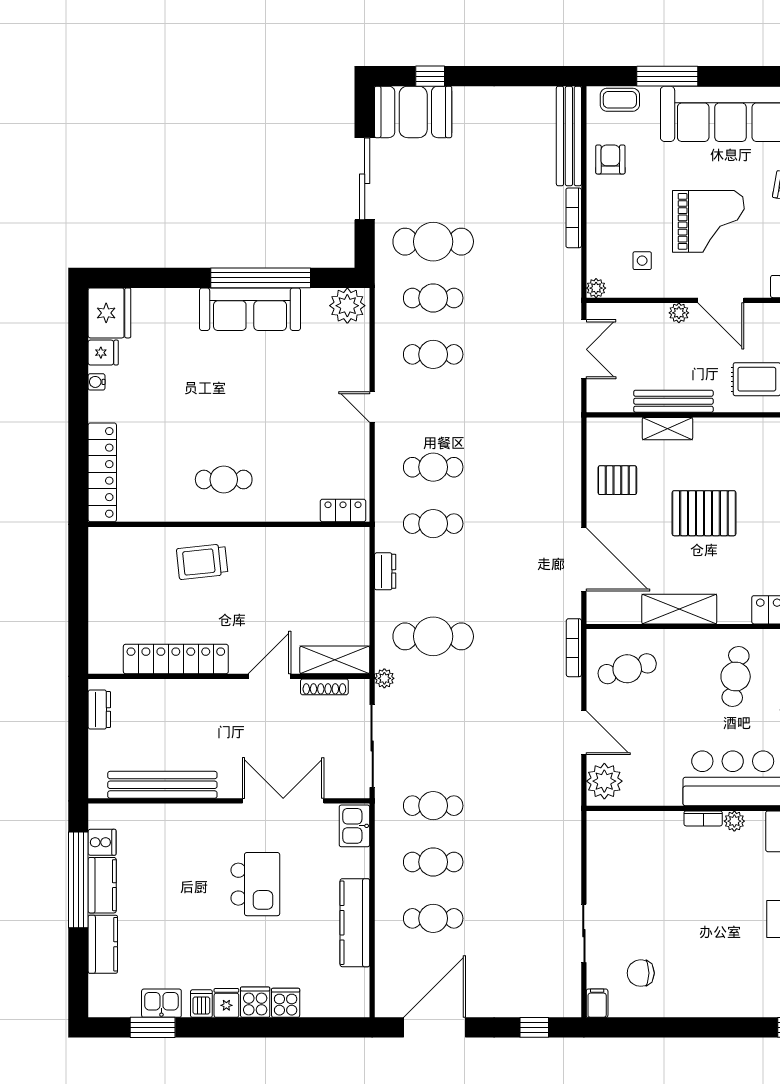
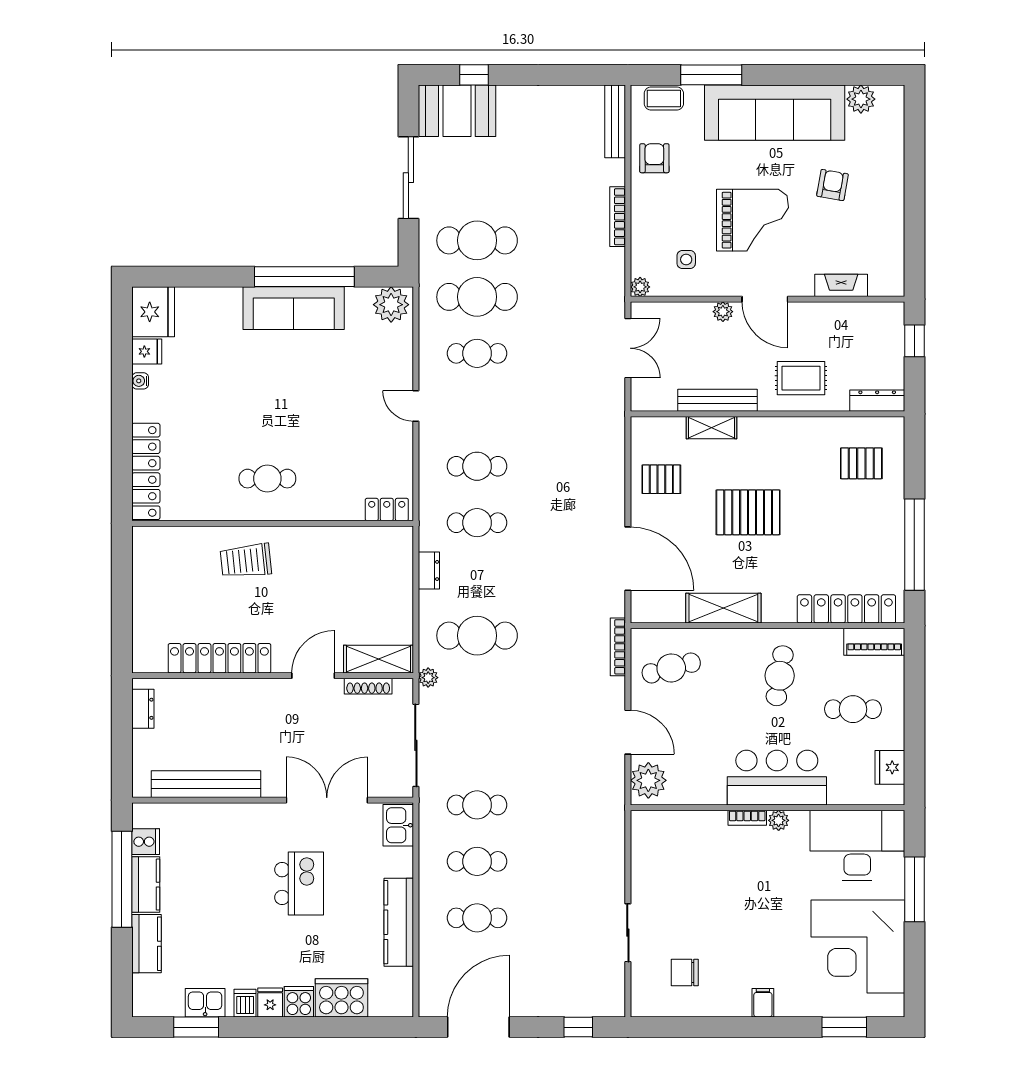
bench: (569, 136) -> (615, 121), width x0.73, depth x0.82
cafe table: (433, 298) -> (477, 297), width x1.37, depth x1.35
cooker: (286, 1003) -> (341, 998), width x1.87, depth x1.31
filing cabinet: (597, 1003) -> (763, 1003), moved

